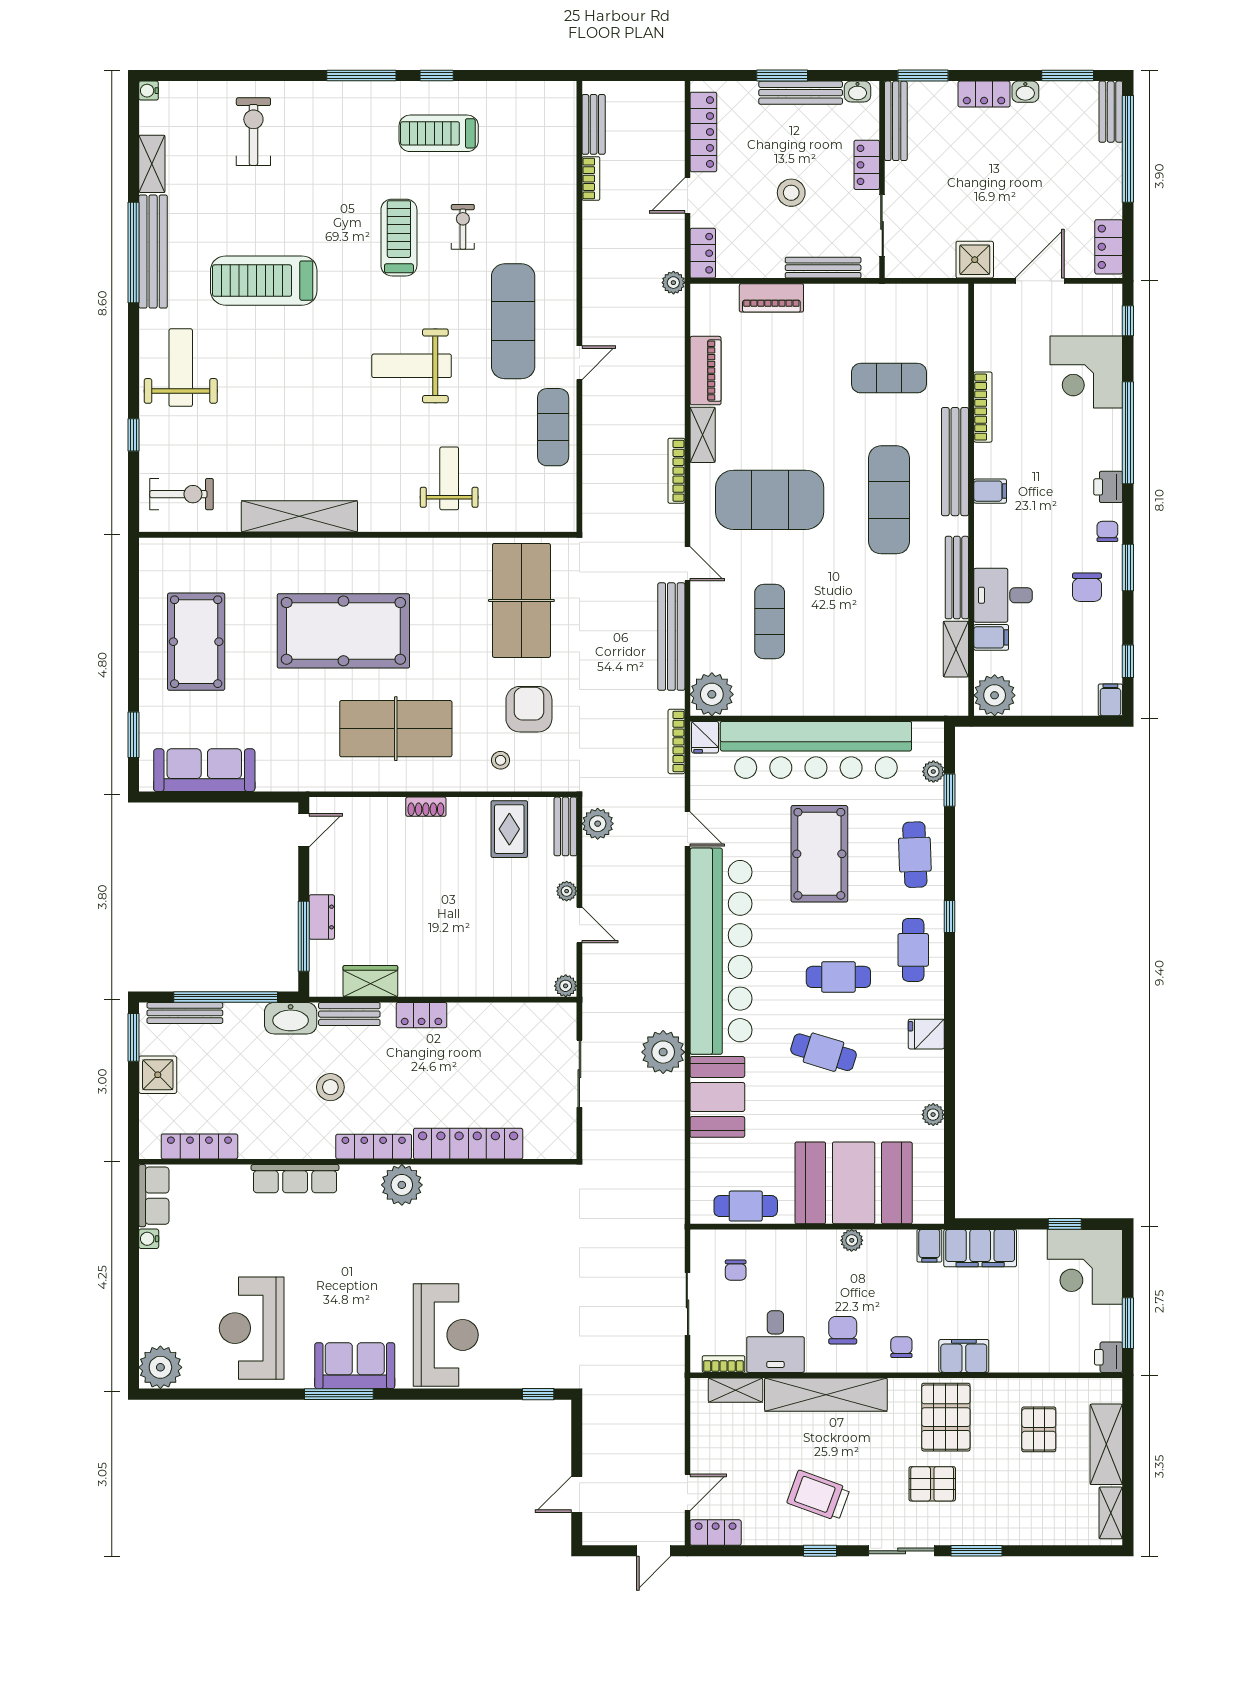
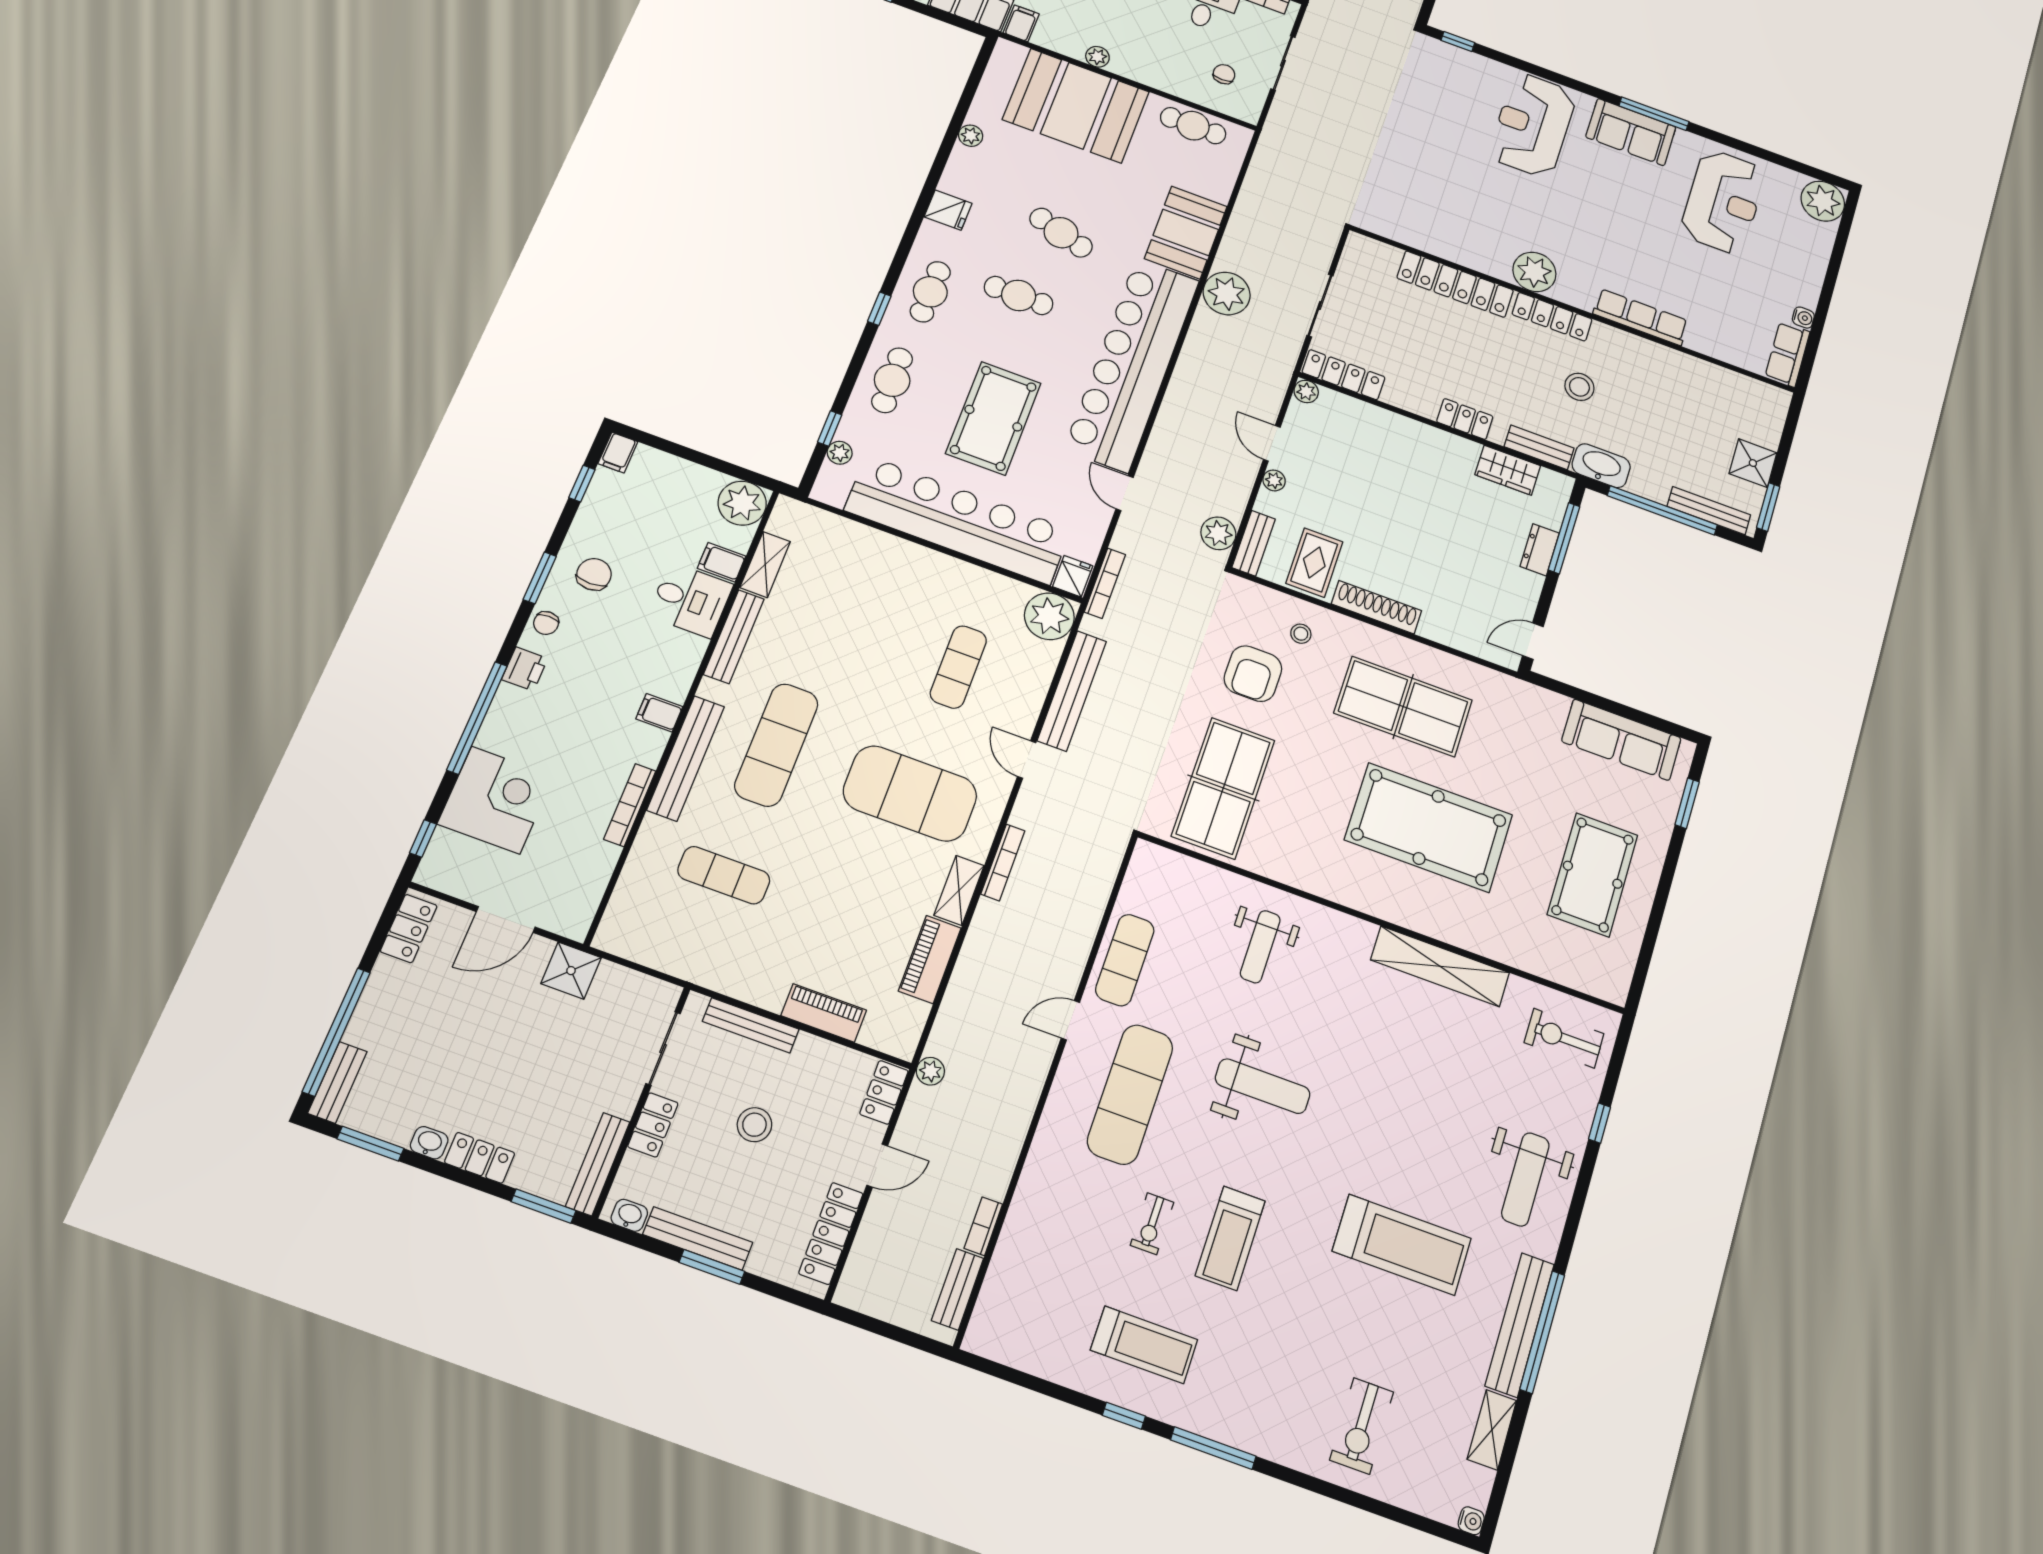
shoe rack: (426, 807) -> (1376, 607), width x1.94, depth x1.24
locker: (199, 1146) -> (1343, 375), moved, turned 180

